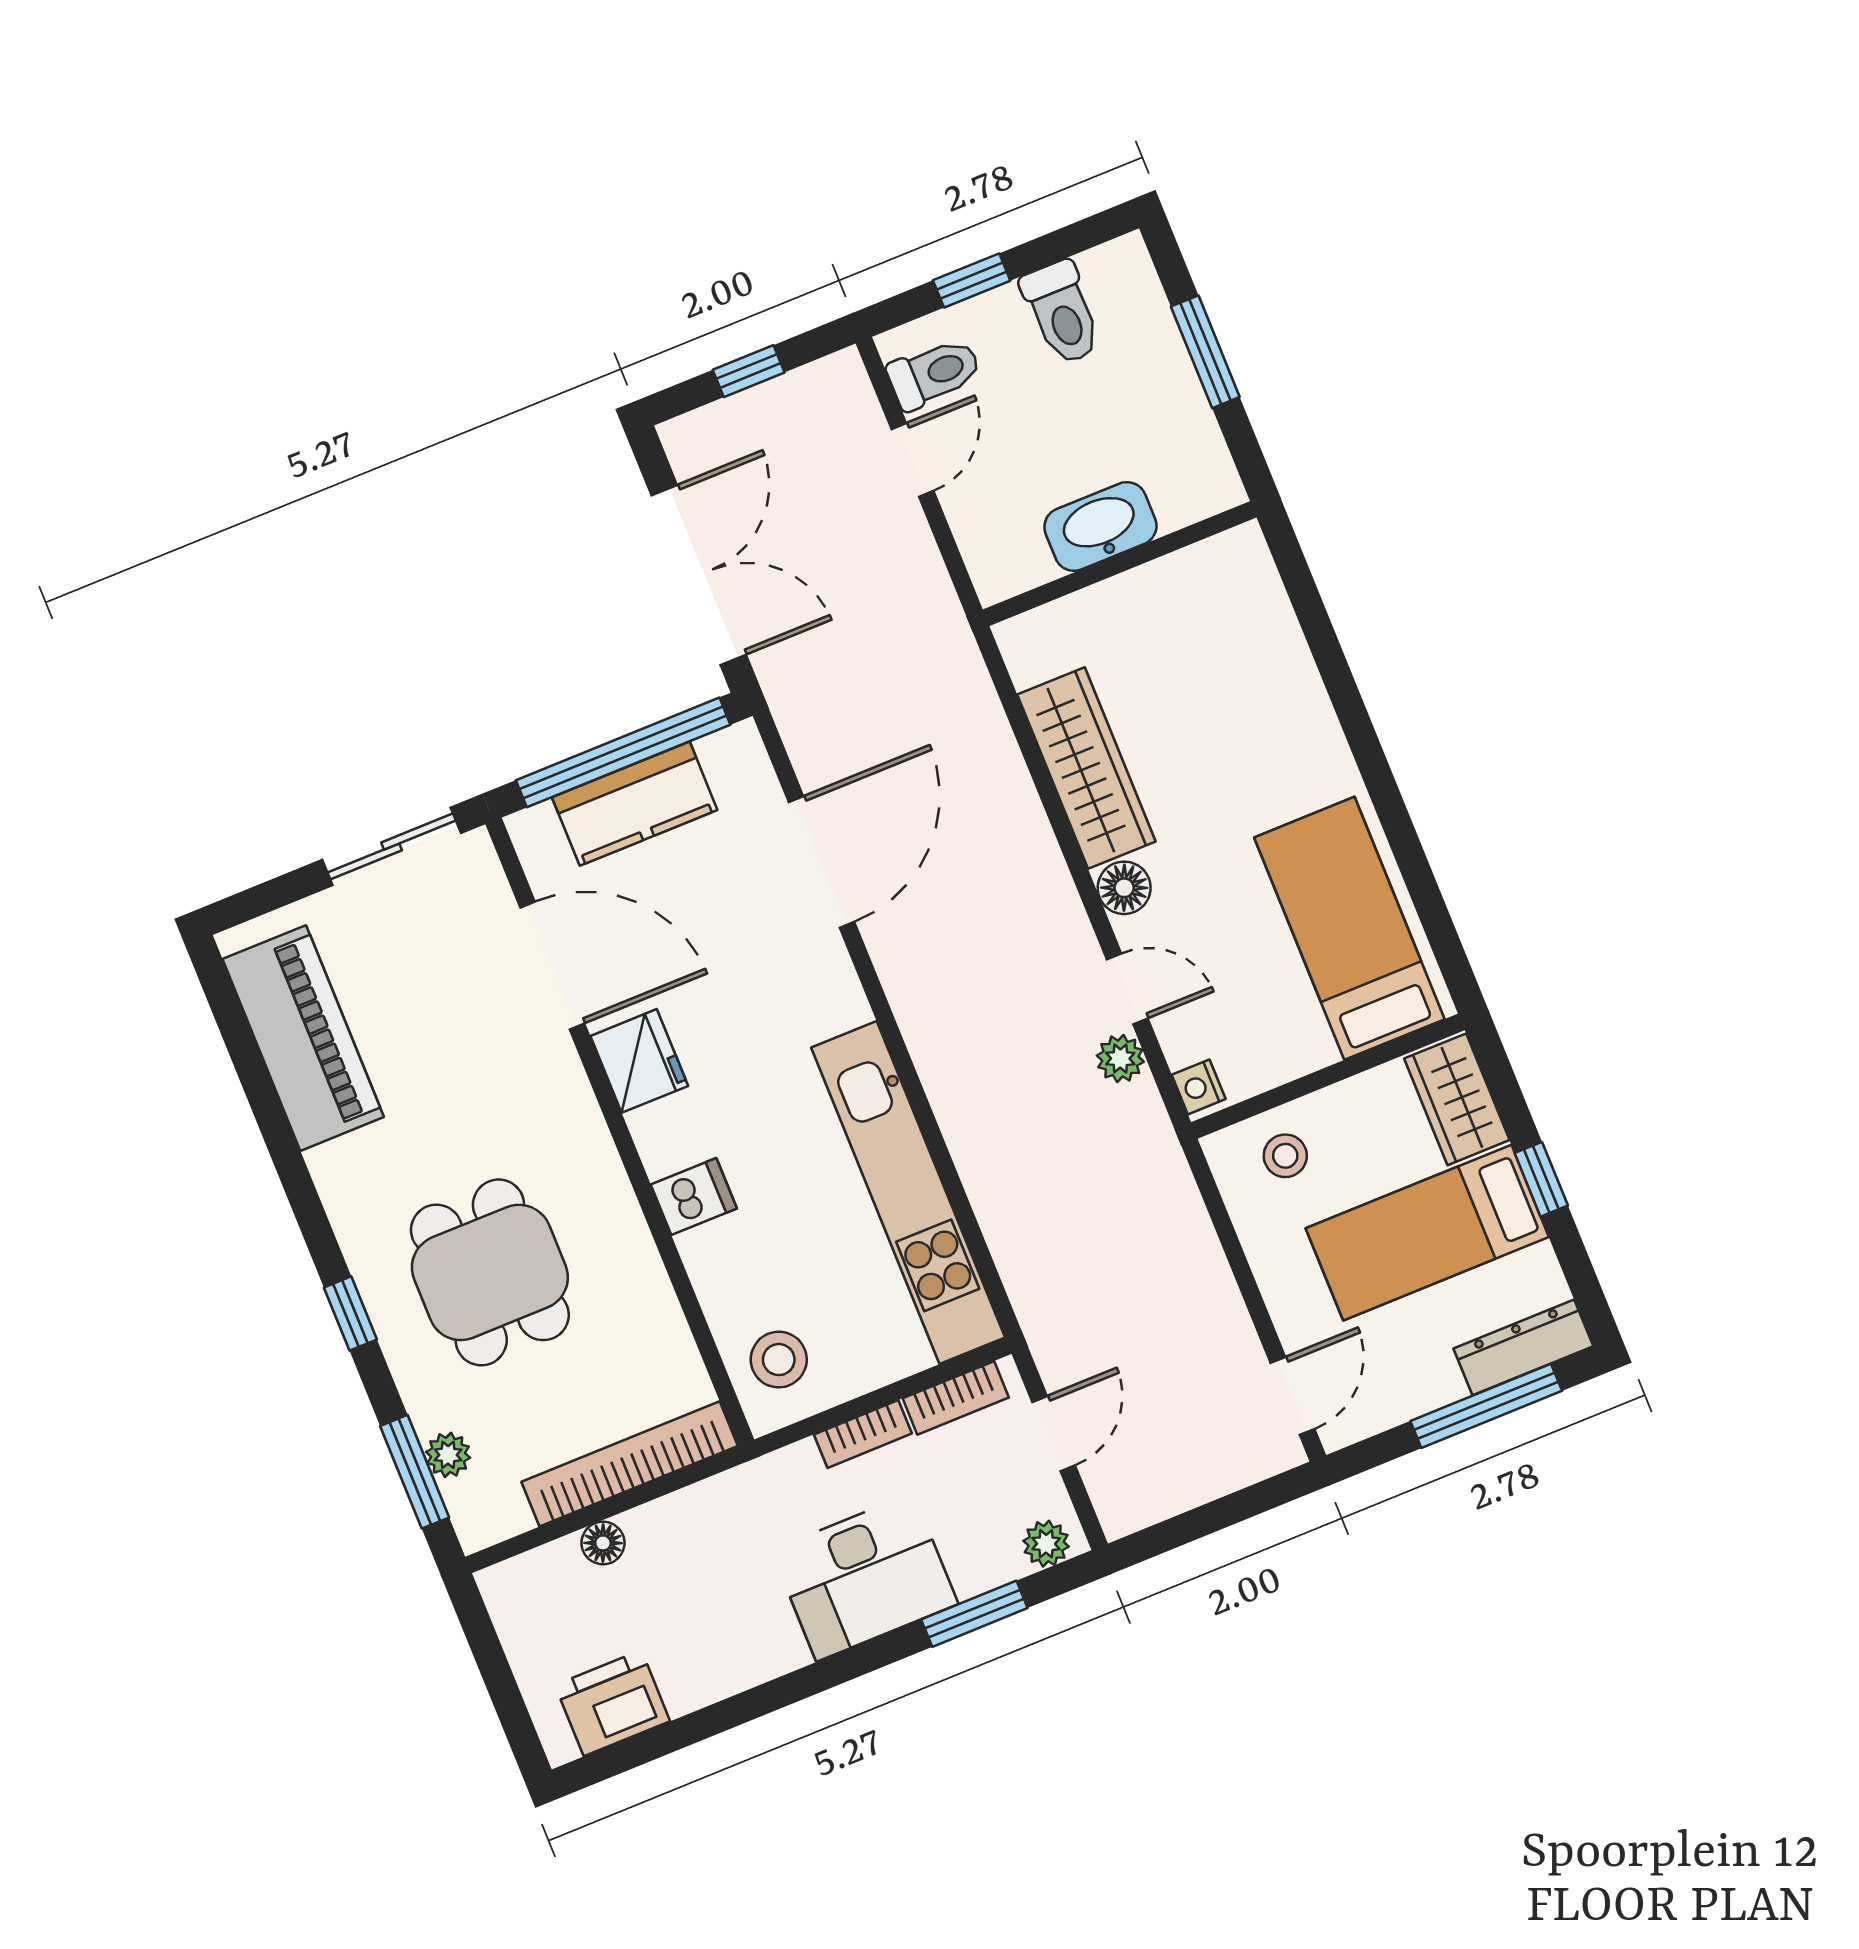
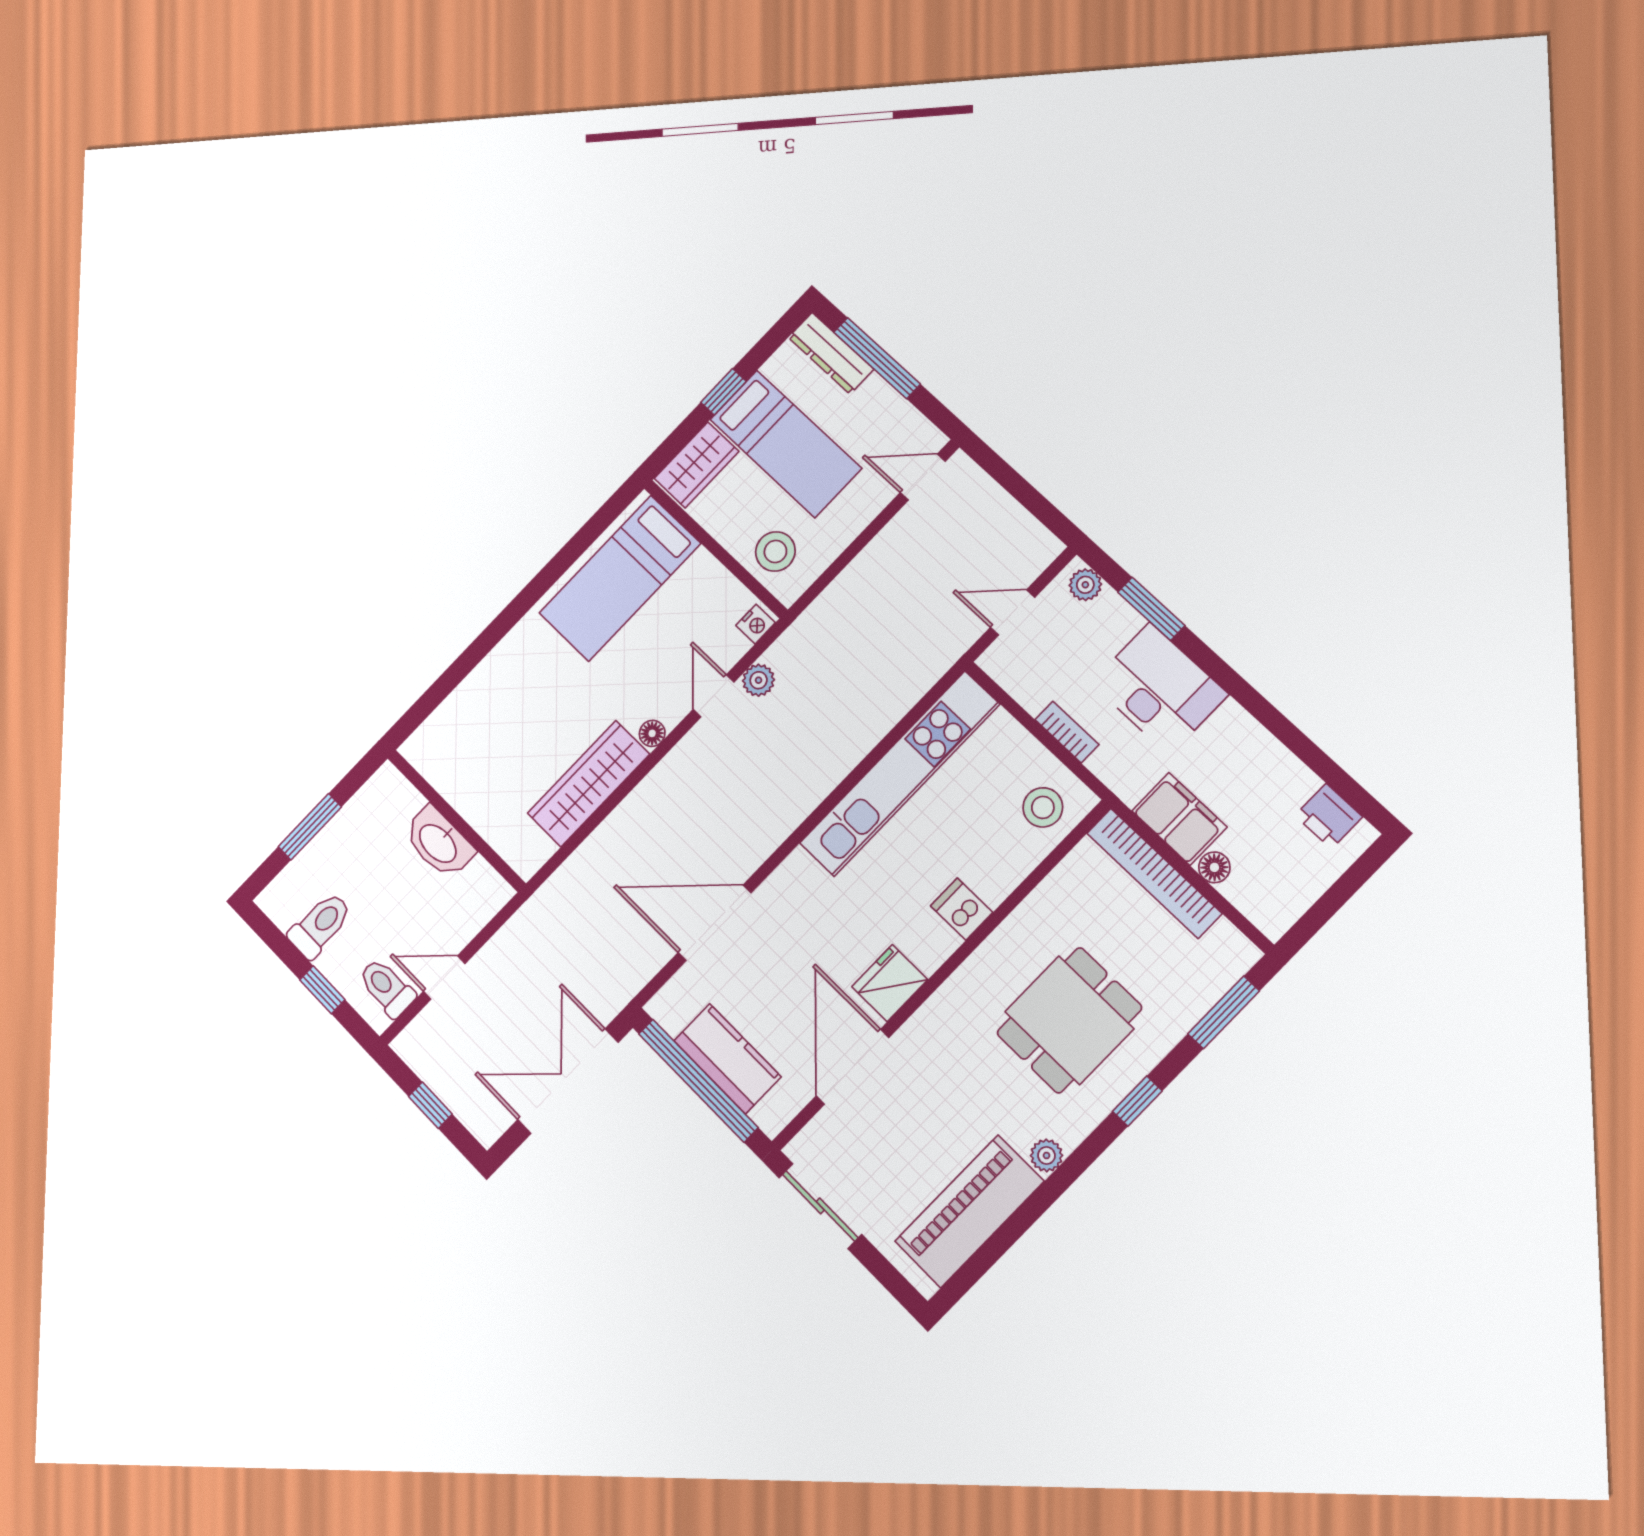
floor lamp: (1124, 888) -> (652, 733), width x0.73, depth x0.73
stool: (1285, 1156) -> (775, 551), width x1.37, depth x1.37
bookcase: (956, 1398) -> (1017, 684), removed
plant: (448, 1455) -> (1046, 1155), moved
filing cabinet: (685, 1527) -> (1179, 819), added
printer: (612, 1703) -> (1329, 816), width x0.73, depth x0.81

